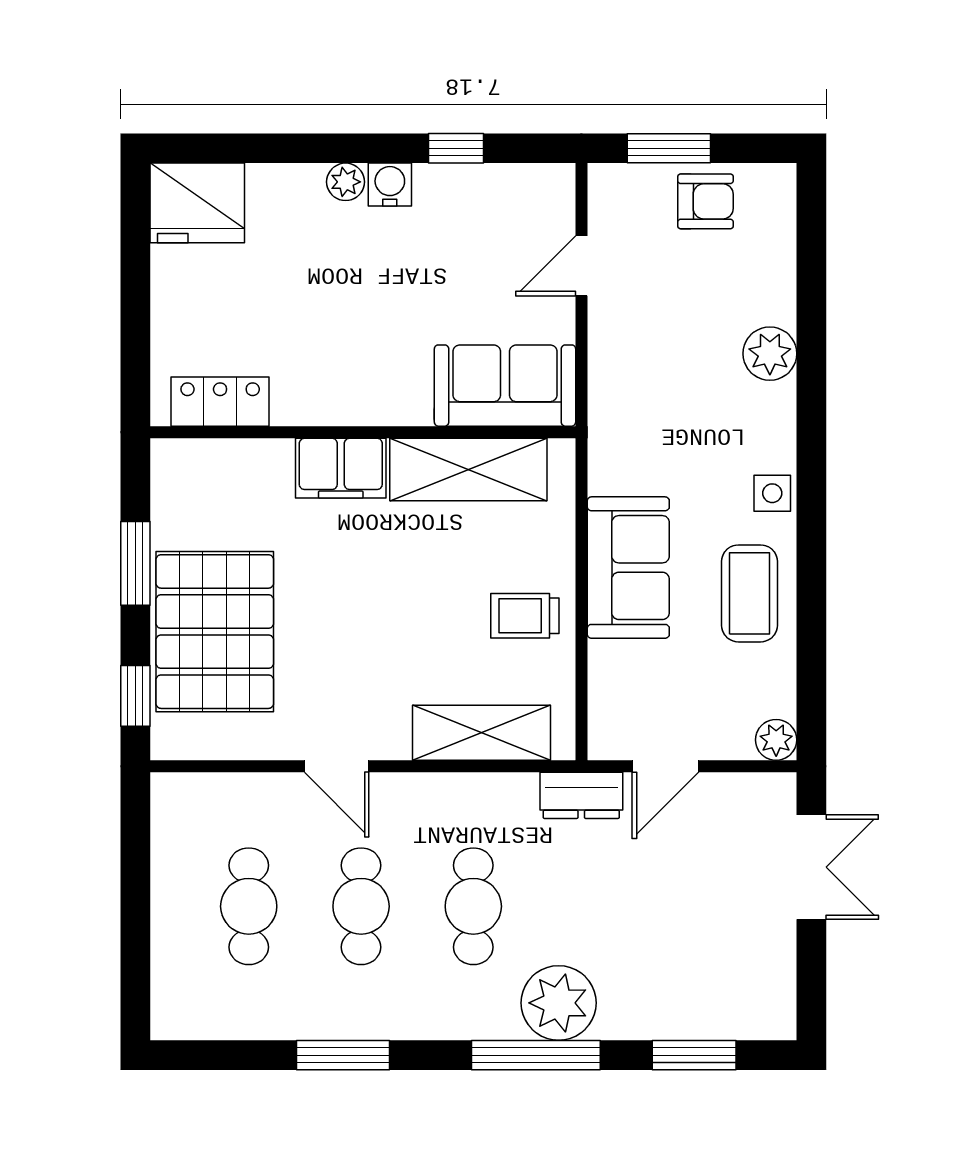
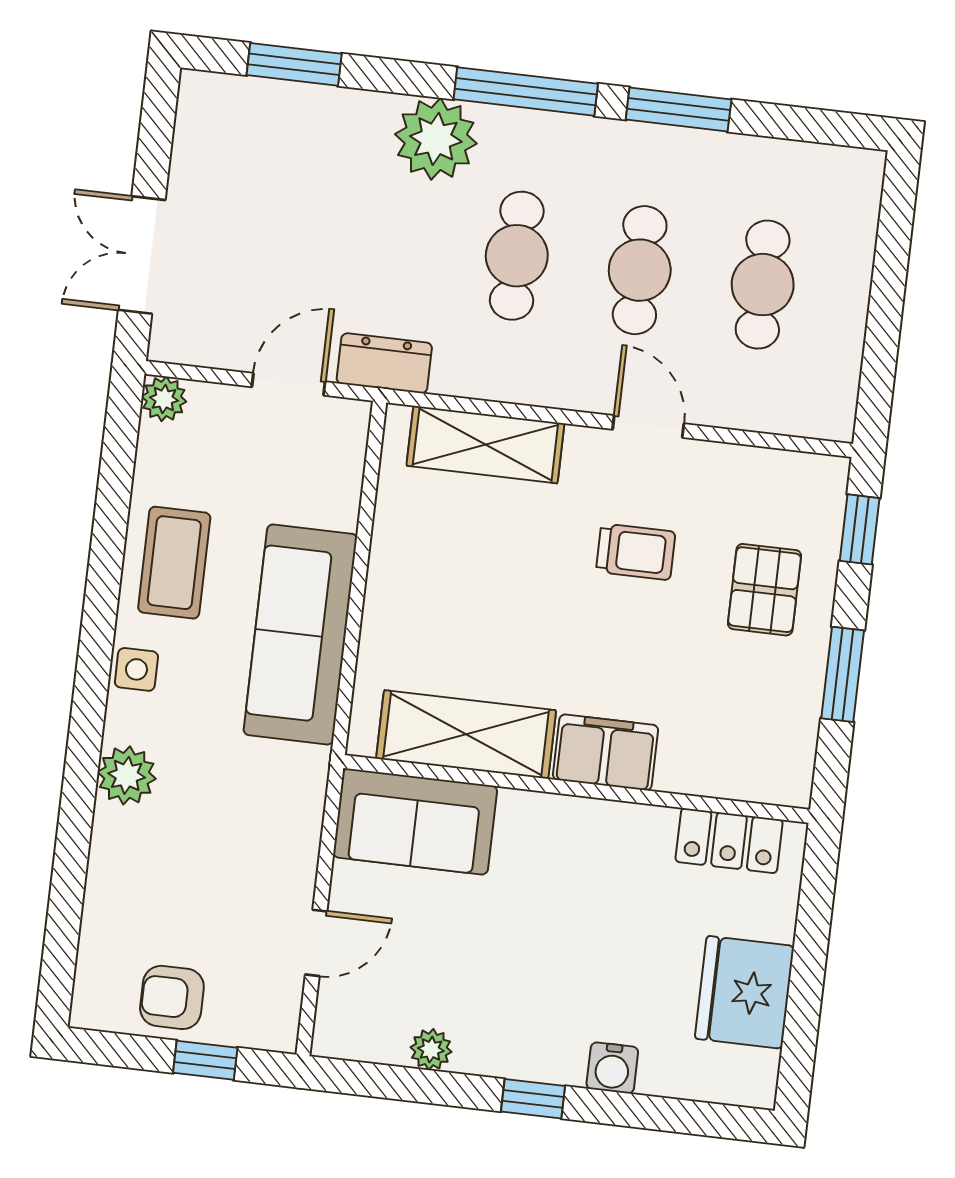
window: (456, 148) -> (533, 1099), moved
window: (669, 148) -> (205, 1060), width x0.67
plant: (346, 182) -> (431, 1050), moved
water cooler: (390, 185) -> (612, 1068), moved
fridge: (197, 203) -> (745, 992), moved, turned -90
plant: (770, 354) -> (127, 775), moved
sofa: (628, 568) -> (300, 634), width x1.36
trolley: (525, 616) -> (636, 552), moved
pallet: (215, 632) -> (764, 590), width x0.49, depth x0.50
window: (536, 1055) -> (526, 92), moved

